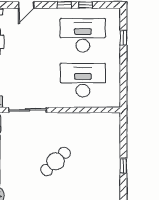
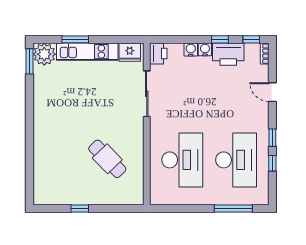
window: (123, 38) -> (233, 209), width x2.17
cafe table: (55, 161) -> (107, 159), moved

